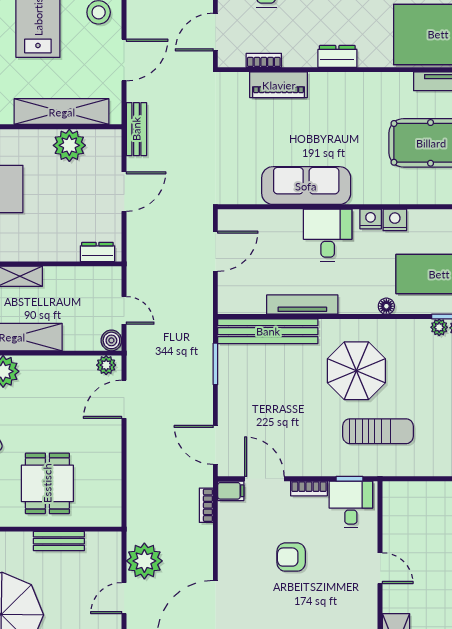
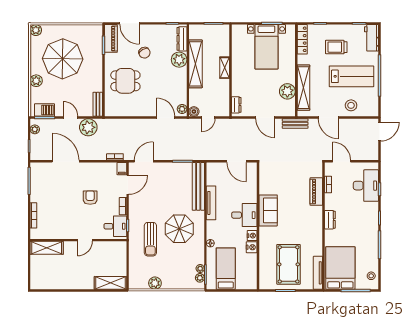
sofa: (306, 186) -> (268, 210), width x0.73
bench: (59, 541) -> (98, 104), moved

